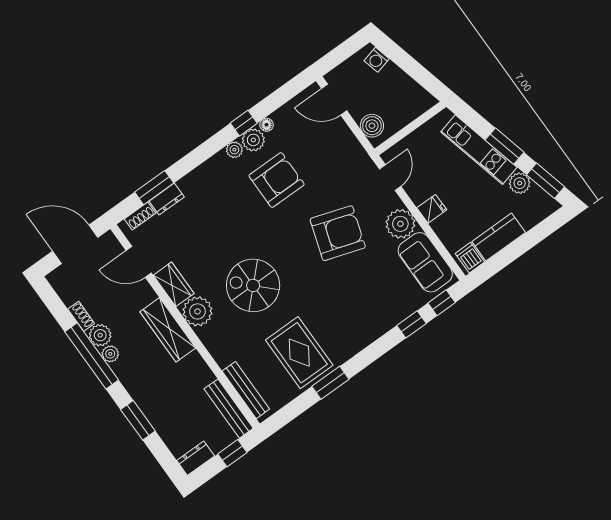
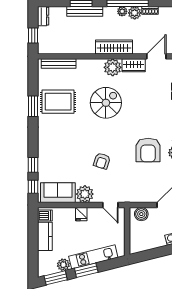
armchair: (338, 233) -> (102, 161), width x0.53, depth x0.53
bench: (229, 409) -> (85, 11), moved

